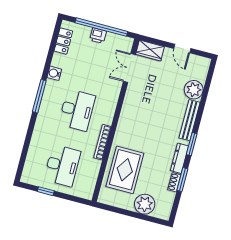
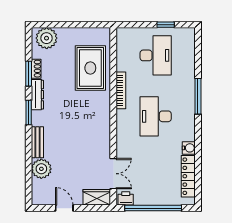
printer: (98, 36) -> (126, 198), moved
locker: (63, 41) -> (188, 176), width x1.53
window: (39, 96) -> (198, 96), moved
bench: (189, 120) -> (37, 142), width x0.73
desk: (62, 166) -> (156, 55), turned 180
plant: (145, 204) -> (47, 38), moved

